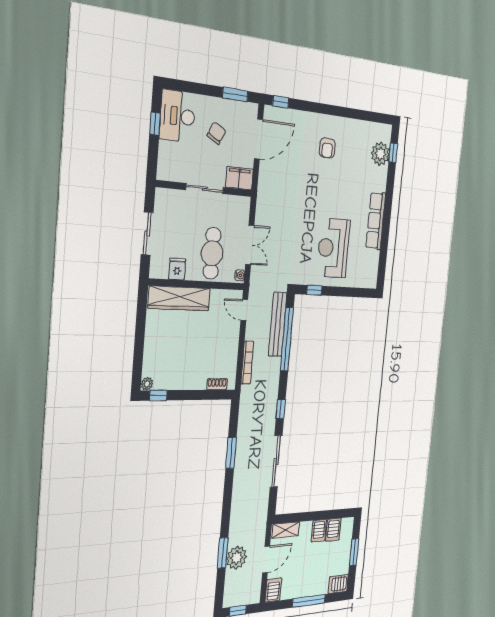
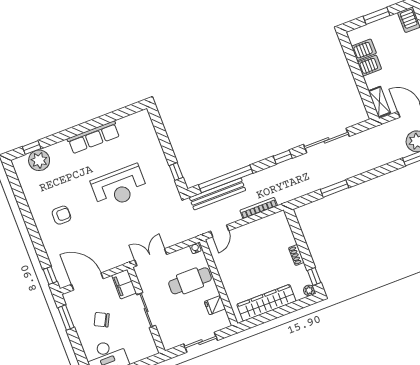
double door: (250, 245) -> (151, 257), moved
reception desk: (333, 248) -> (119, 187), moved
wardrobe: (179, 298) -> (266, 303), moved, turned -90
shoe rack: (217, 384) -> (296, 255), moved

